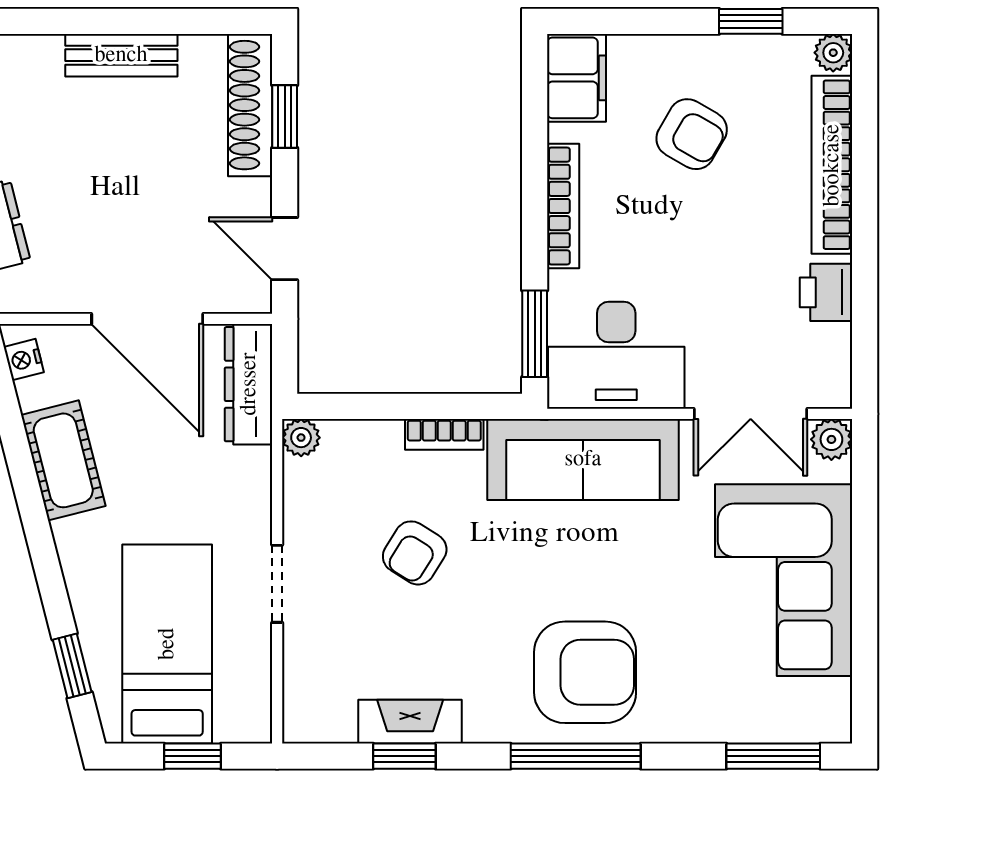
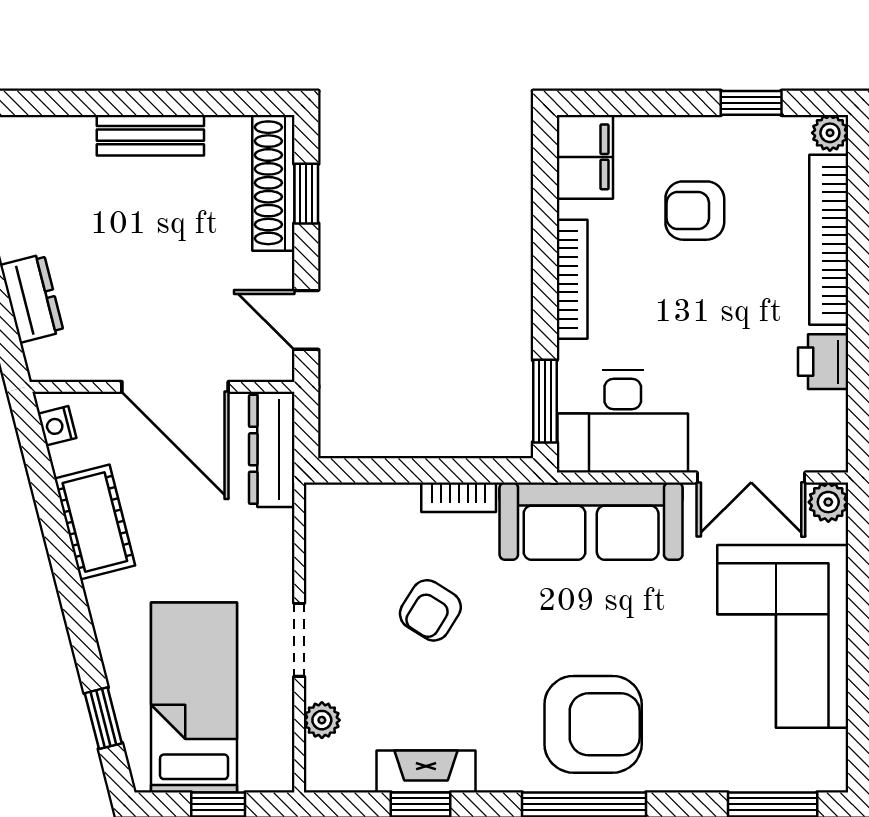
armchair: (692, 134) -> (695, 211), turned 150
plant: (301, 438) -> (322, 720), moved

